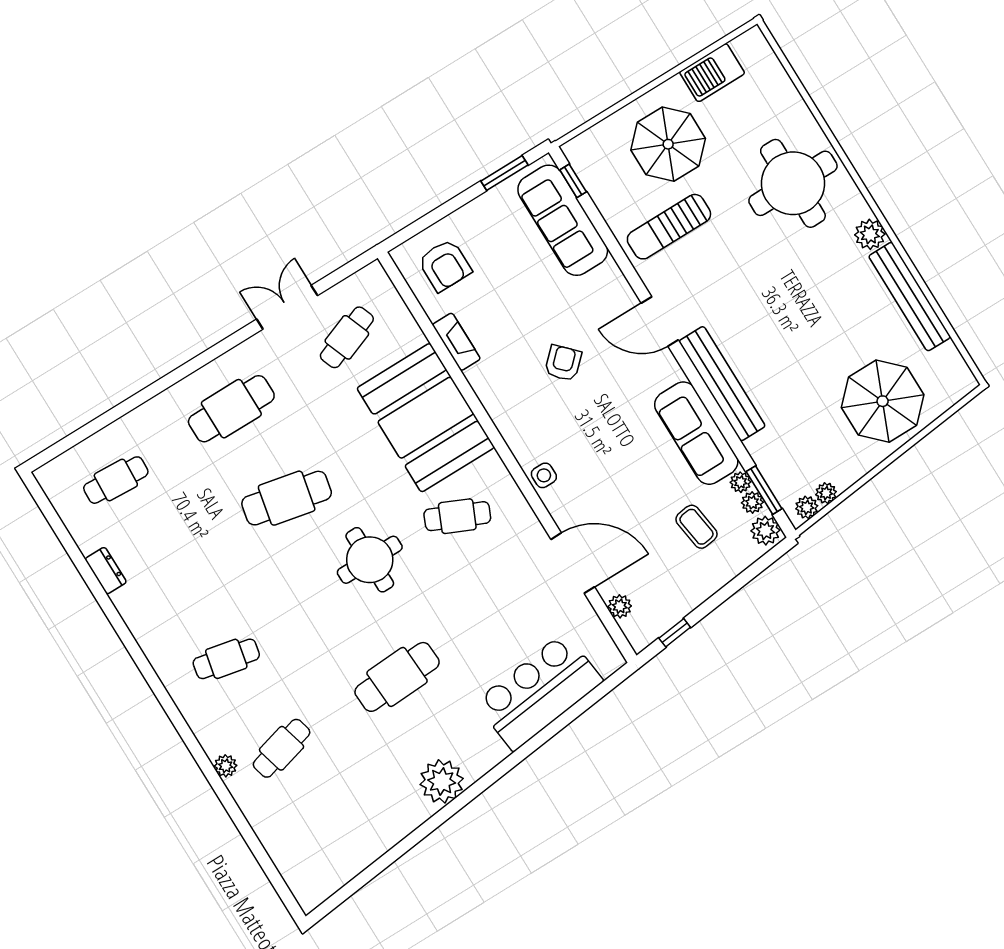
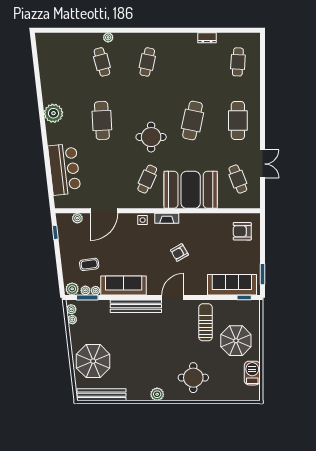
round table: (793, 183) -> (193, 378), width x0.73, depth x0.73
bench: (910, 297) -> (101, 395), moved
fireplace: (456, 342) -> (167, 218), moved
armchair: (563, 363) -> (179, 253), turned 104

